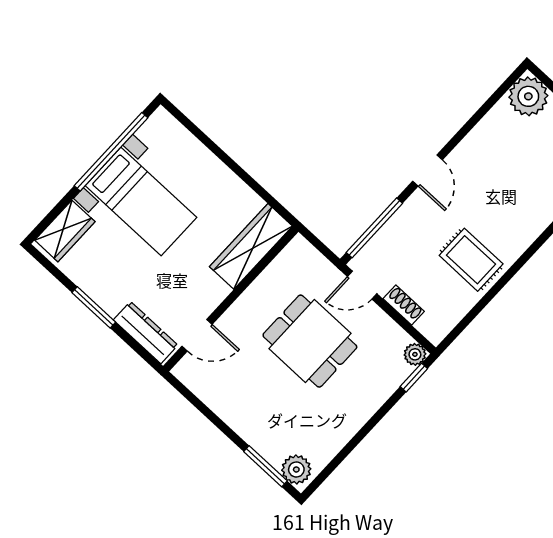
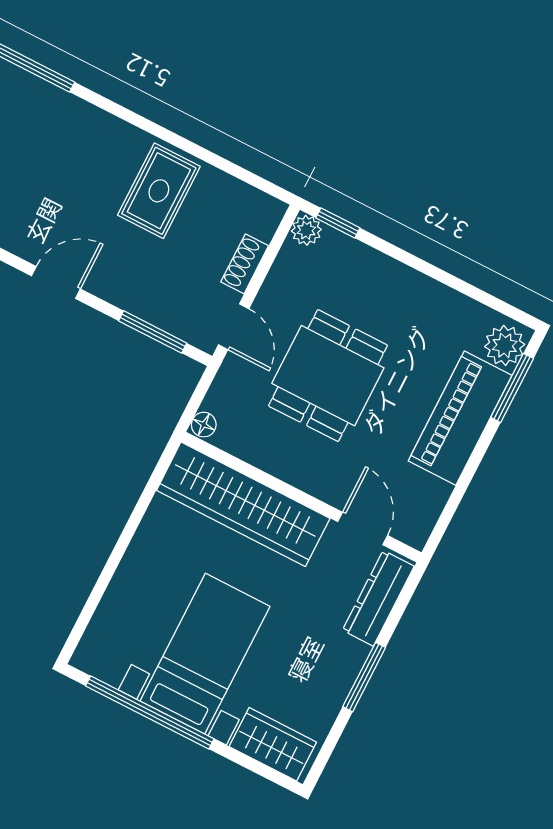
window: (374, 228) -> (153, 332), width x0.69
floor lamp: (300, 245) -> (204, 425), added
wardrobe: (251, 246) -> (243, 504), width x1.40, depth x1.17
piano: (255, 424) -> (460, 418), added

